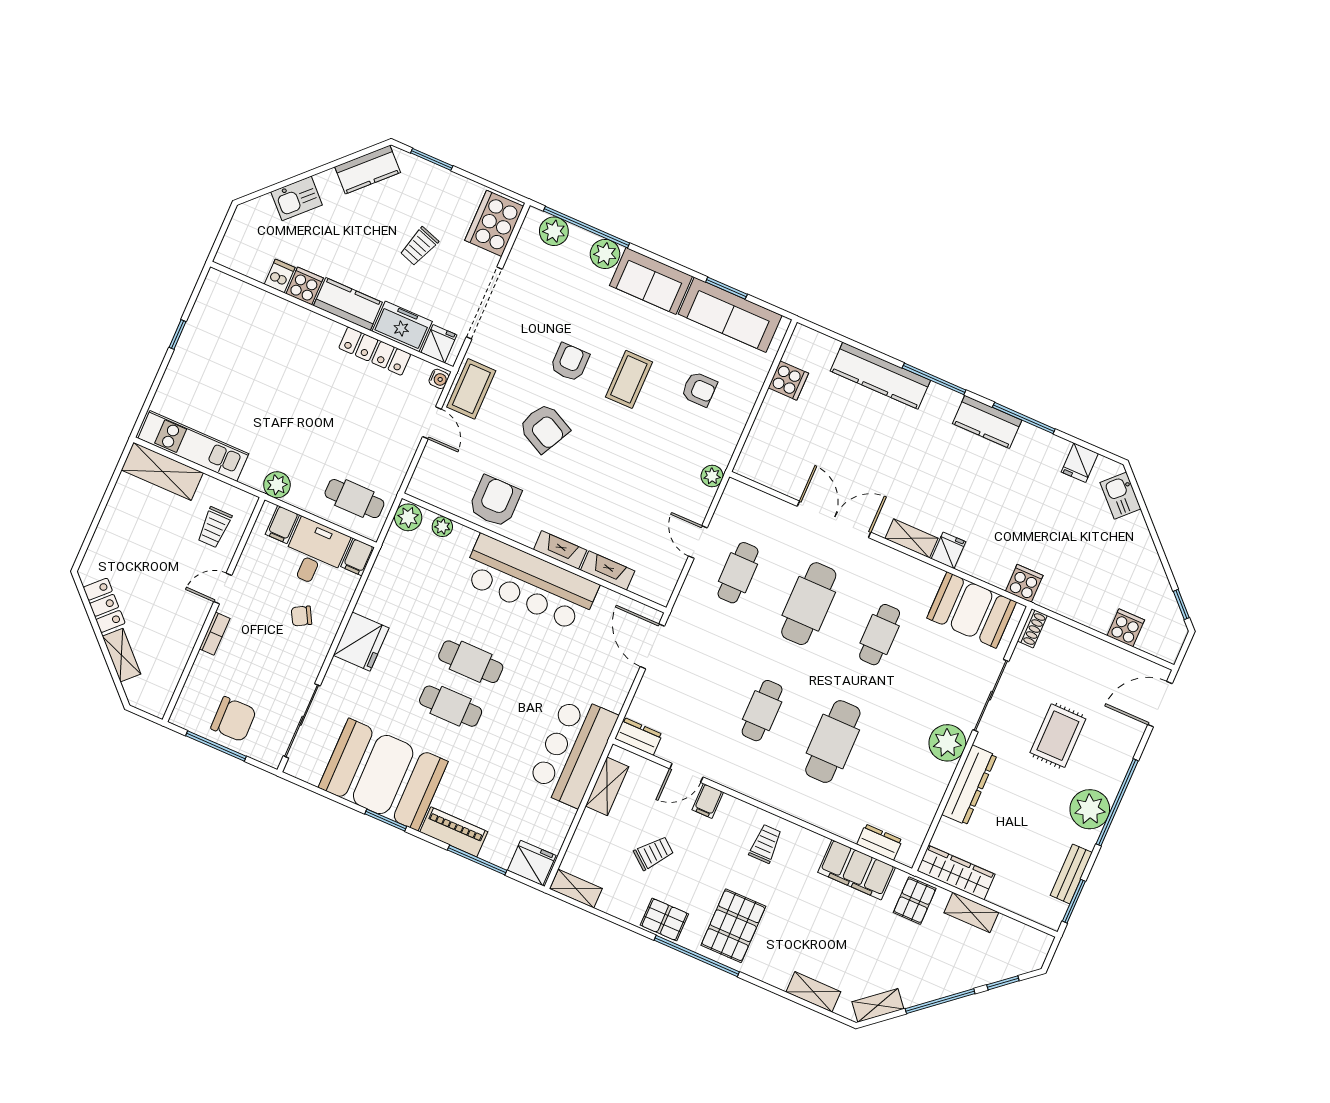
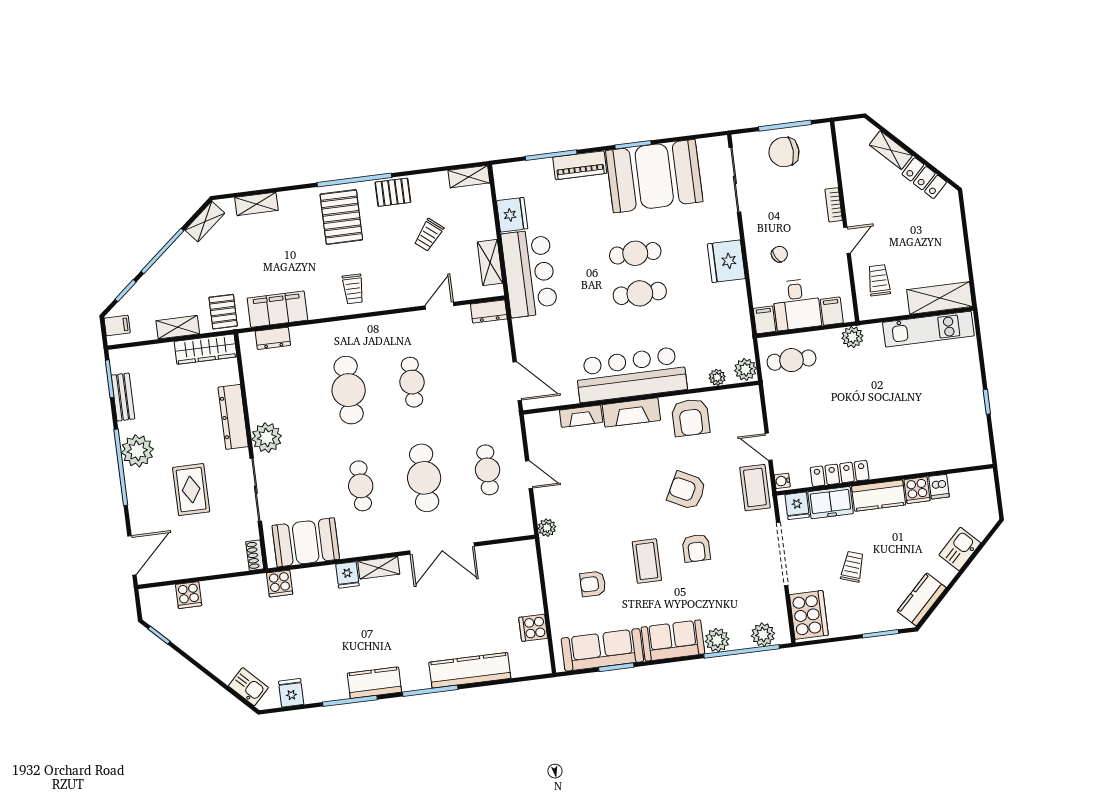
fireplace: (560, 550) -> (631, 412), width x1.37, depth x1.32
filing cabinet: (708, 801) -> (117, 325), moved, turned 90
fridge: (532, 863) -> (512, 215), moved, turned -90

